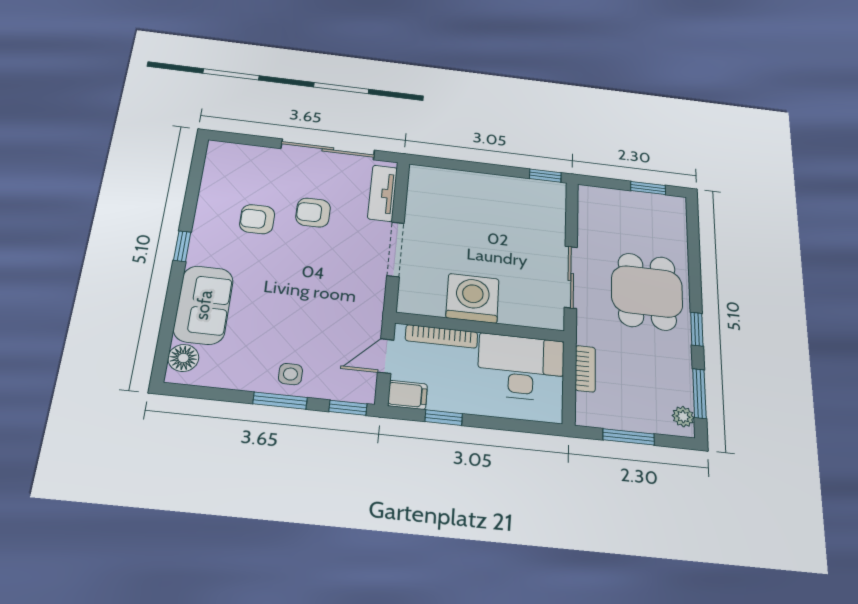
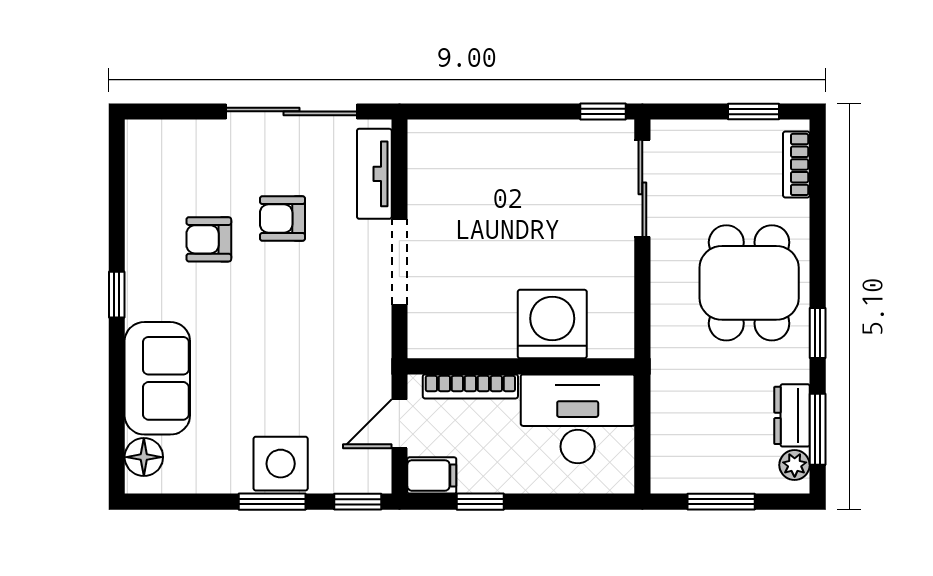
sliding door: (571, 277) -> (642, 188), moved
washing machine: (473, 298) -> (552, 324), moved
bookcase: (585, 369) -> (796, 164), moved, turned 180
side table: (290, 374) -> (281, 464), width x1.87, depth x1.87
dresser: (680, 382) -> (792, 415), added

